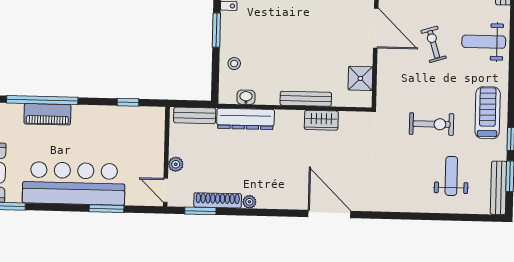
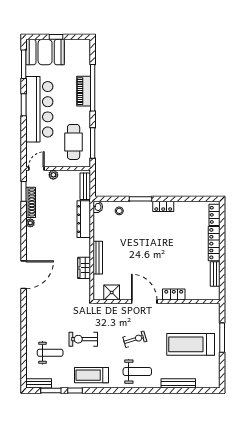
door: (376, 28) -> (144, 302), swing flipped
weight bench: (484, 42) -> (137, 372), turned 90
washbasin: (246, 97) -> (98, 207), moved
window: (128, 102) -> (93, 143), width x2.17
treadmill: (488, 113) -> (92, 375), turned 180
exercise bike: (432, 124) -> (83, 339), turned 90
cafe table: (126, 132) -> (74, 142), added
bench: (498, 188) -> (39, 383), width x0.73
window: (106, 209) -> (24, 105), moved

